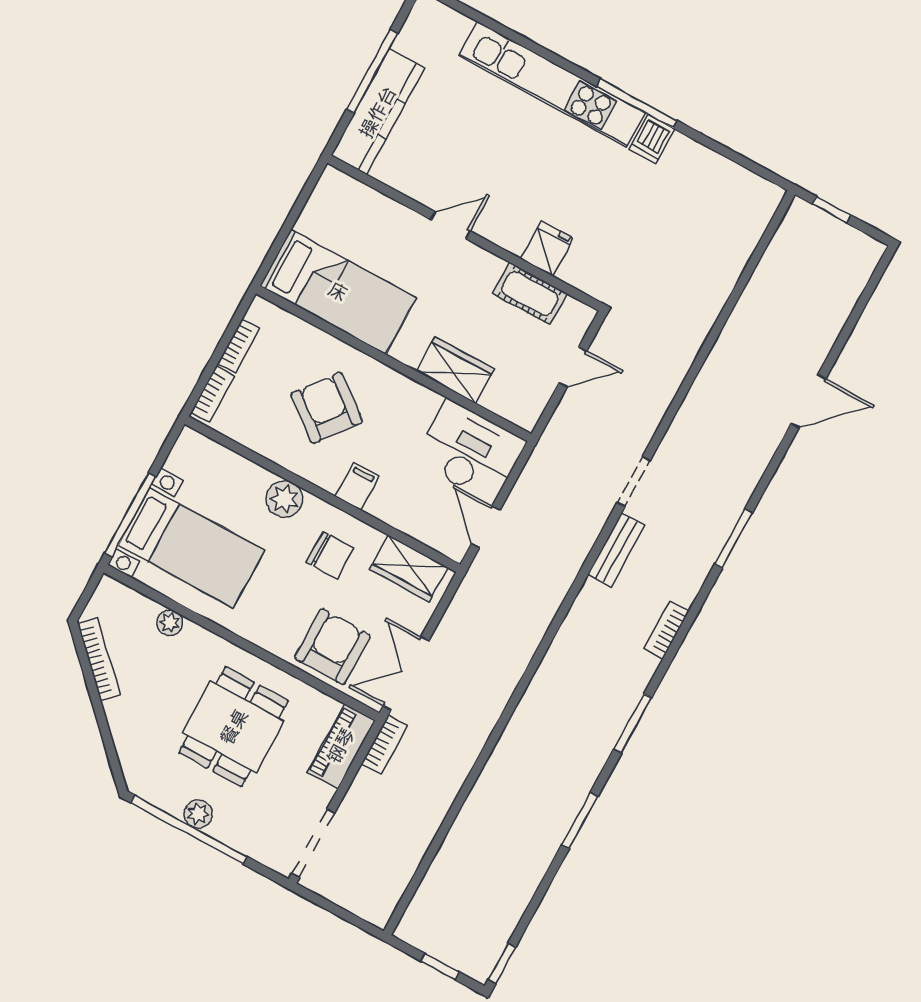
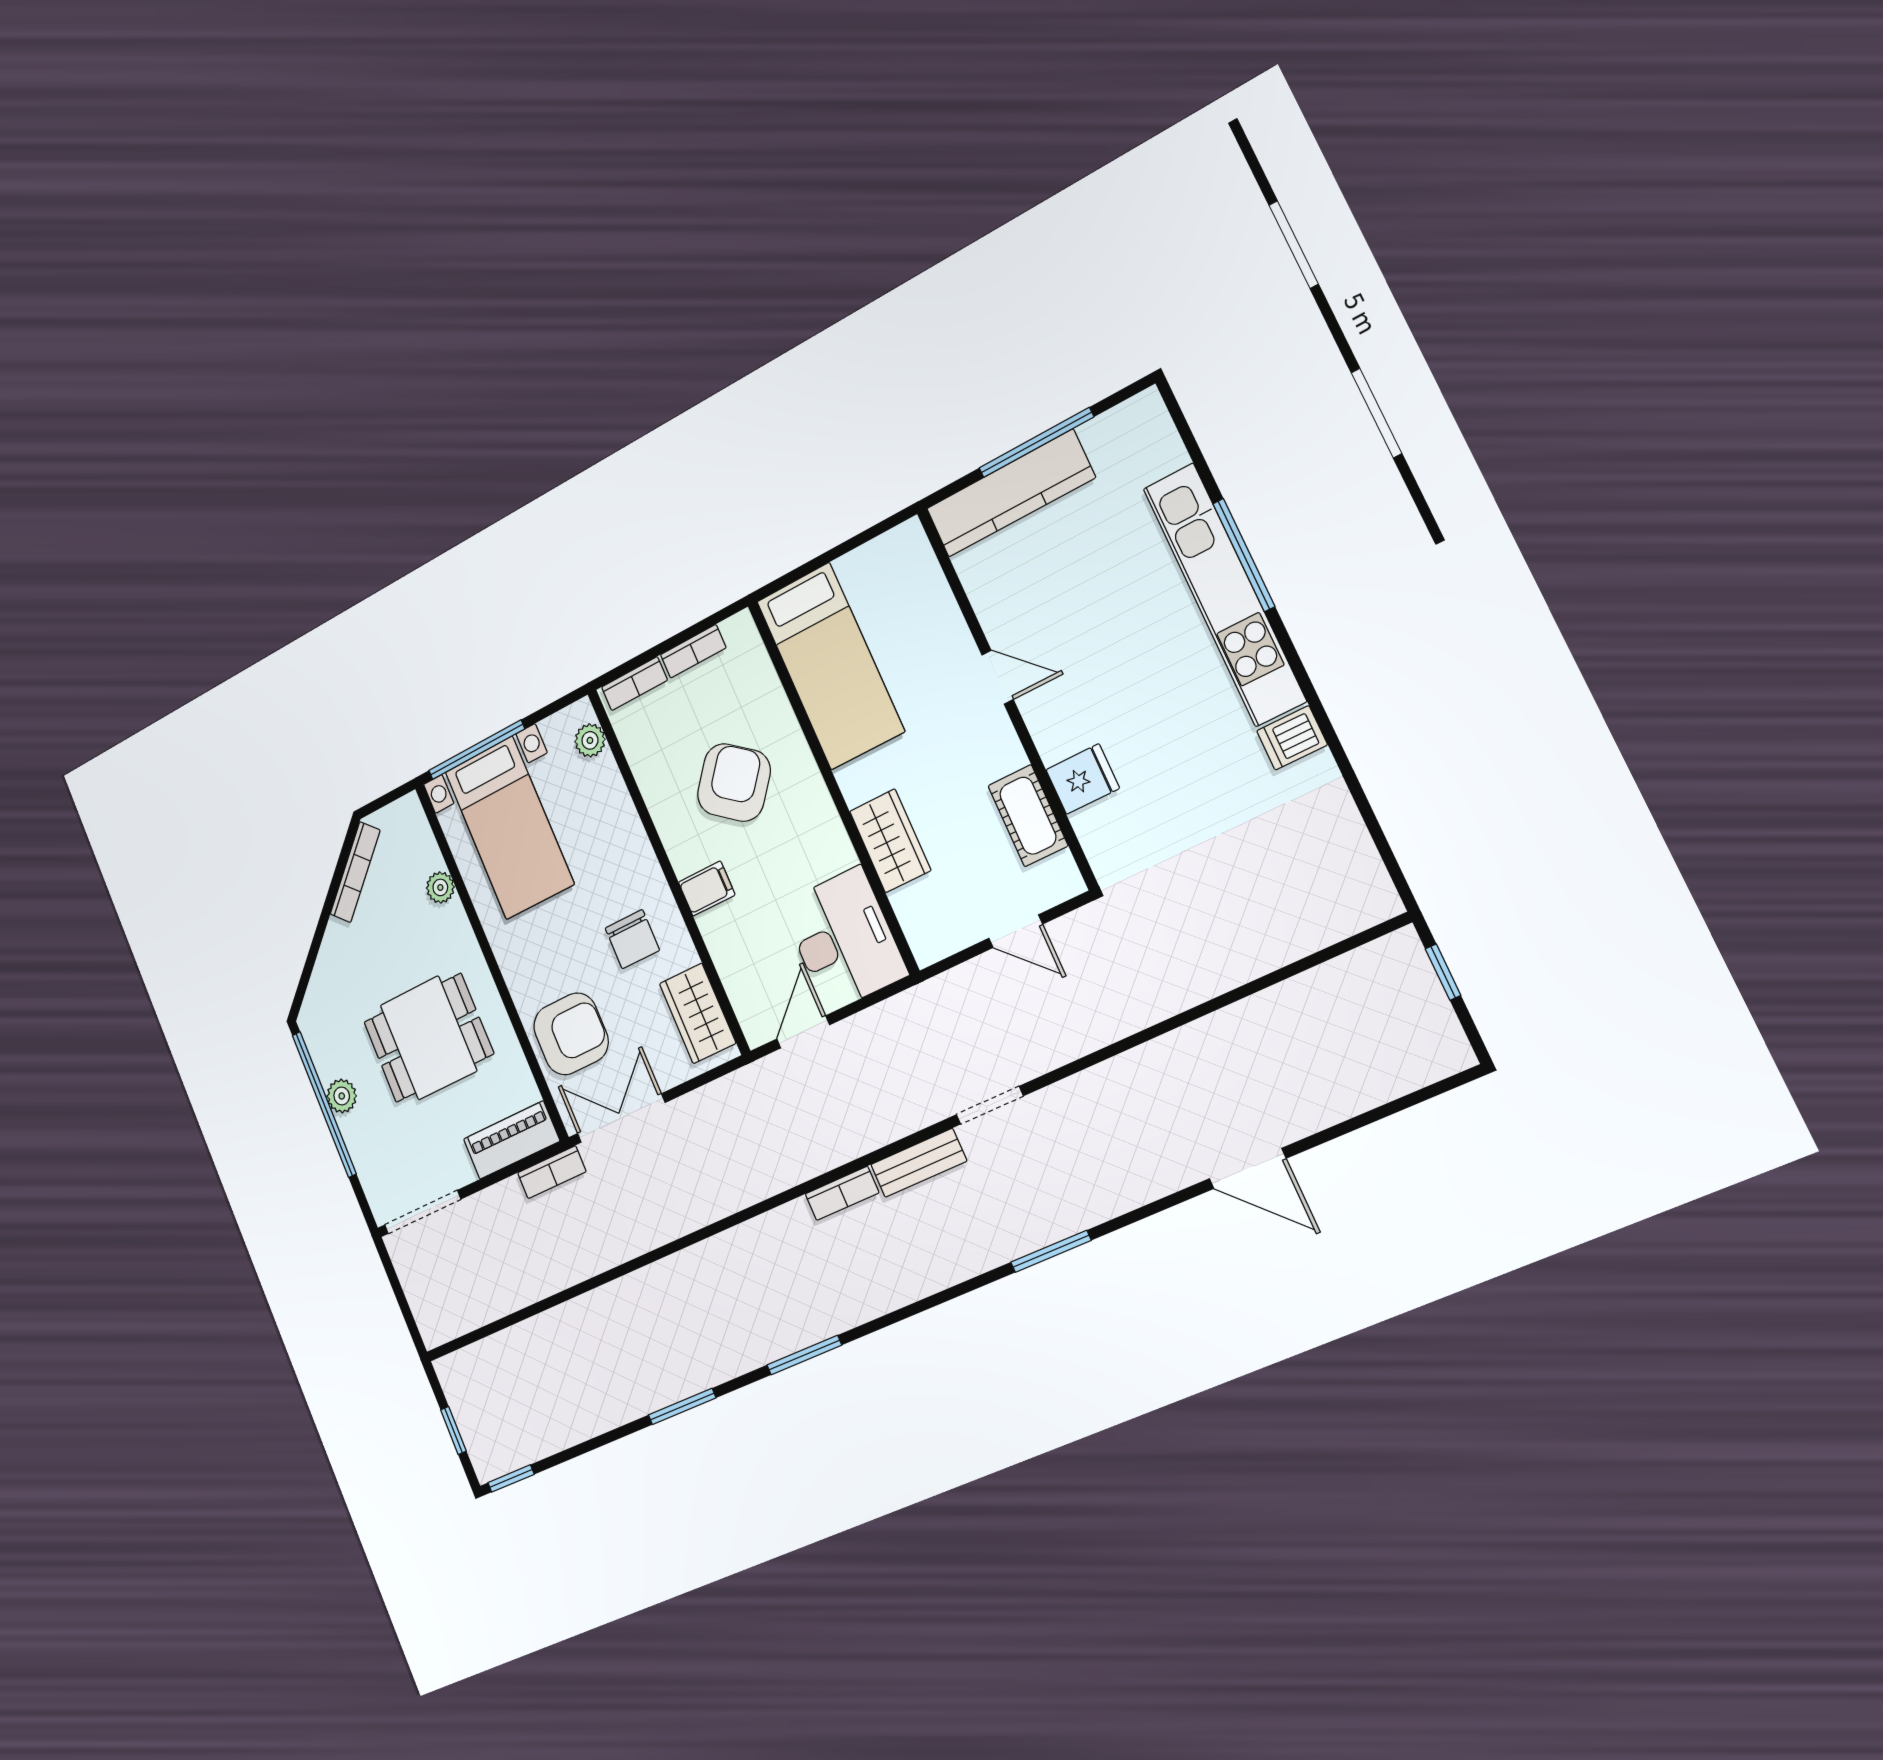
window: (637, 104) -> (1244, 555), moved
plant: (284, 499) -> (590, 740), moved, width x0.73, depth x0.73
bookcase: (666, 630) -> (842, 1193), moved, turned 180

